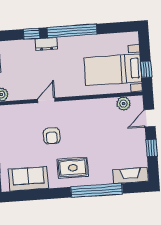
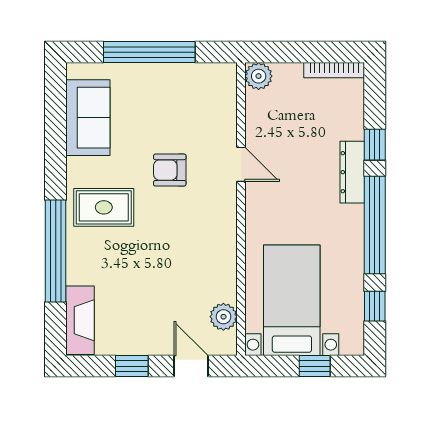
window: (113, 28) -> (375, 306), added
dresser: (46, 44) -> (352, 172), width x1.44
window: (146, 69) -> (315, 366), moved
rug: (73, 168) -> (104, 207), turned 90

